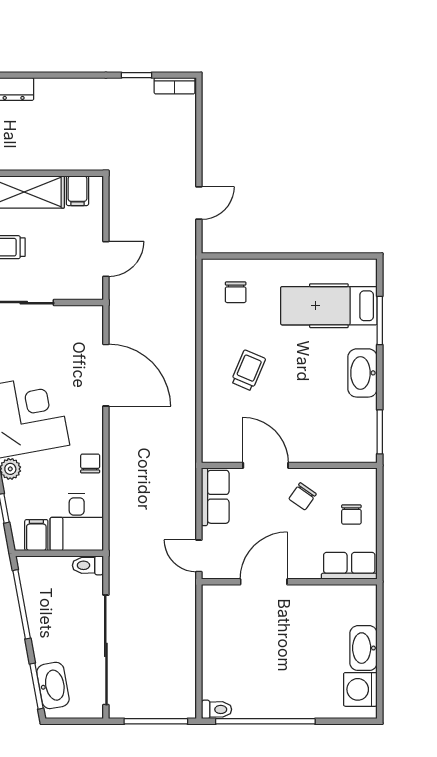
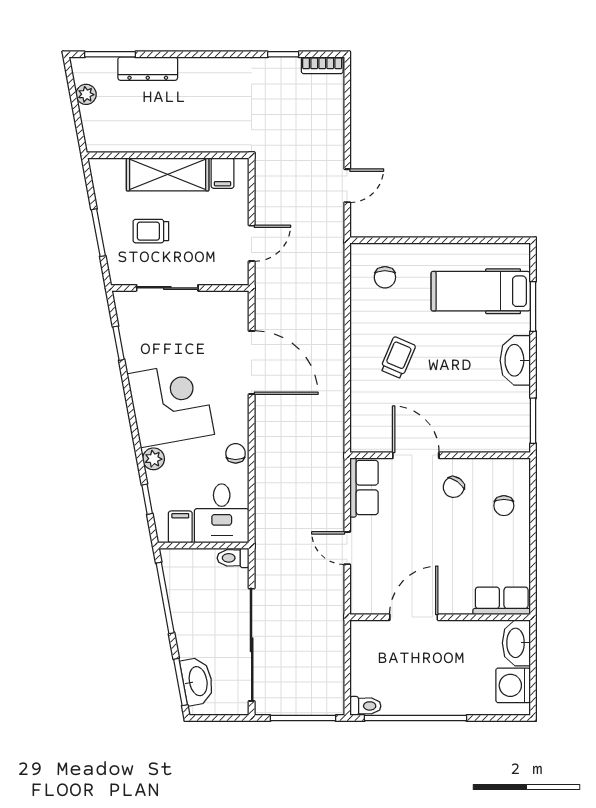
row of seats: (349, 566) -> (502, 601), moved
door: (264, 582) -> (414, 617), moved
wall: (289, 582) -> (440, 617), moved

